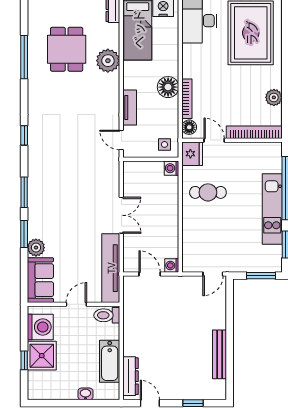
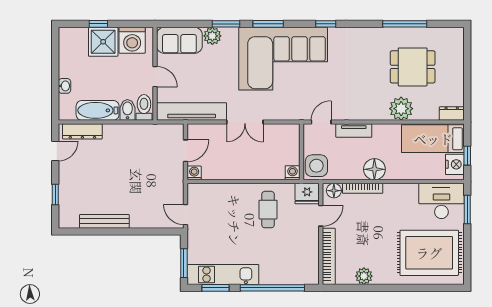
side table: (164, 144) -> (316, 166), width x1.87, depth x1.87
corner sofa: (58, 177) -> (283, 59), added
kitchen unit: (272, 209) -> (223, 275), moved
bidet: (109, 332) -> (127, 110), added

